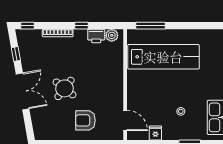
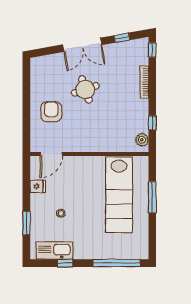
window: (81, 26) -> (152, 123), moved
window: (150, 26) -> (152, 197), moved
printer: (96, 36) -> (141, 123), removed
round table: (65, 88) -> (85, 89), turned 34

